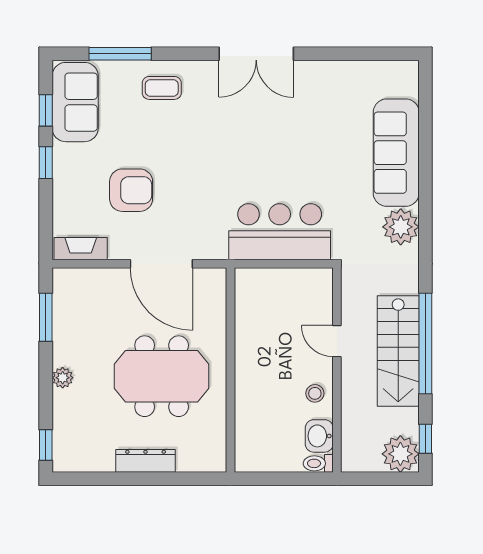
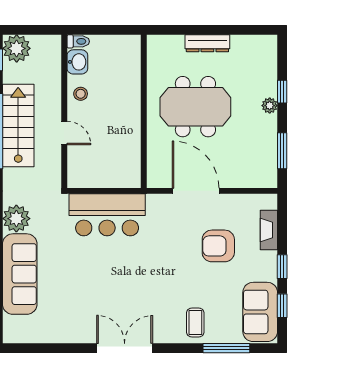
coffee table: (162, 88) -> (195, 323), turned 90
fireplace: (81, 249) -> (269, 230), moved, turned 90
window: (46, 445) -> (282, 92), moved

